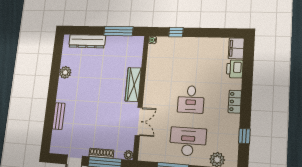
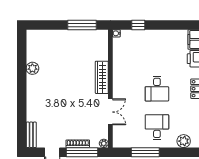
dresser: (87, 41) -> (51, 36), removed
bench: (59, 116) -> (31, 135), moved
desk: (188, 142) -> (157, 127), width x0.73

